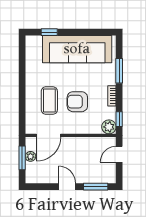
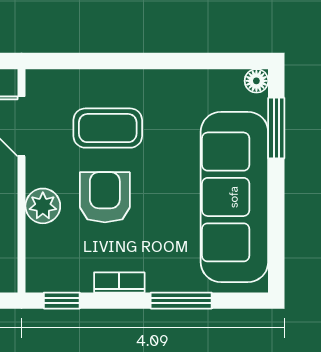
window: (49, 32) -> (276, 128), width x1.50
floor lamp: (30, 40) -> (256, 81), added
plant: (109, 127) -> (43, 206), moved

